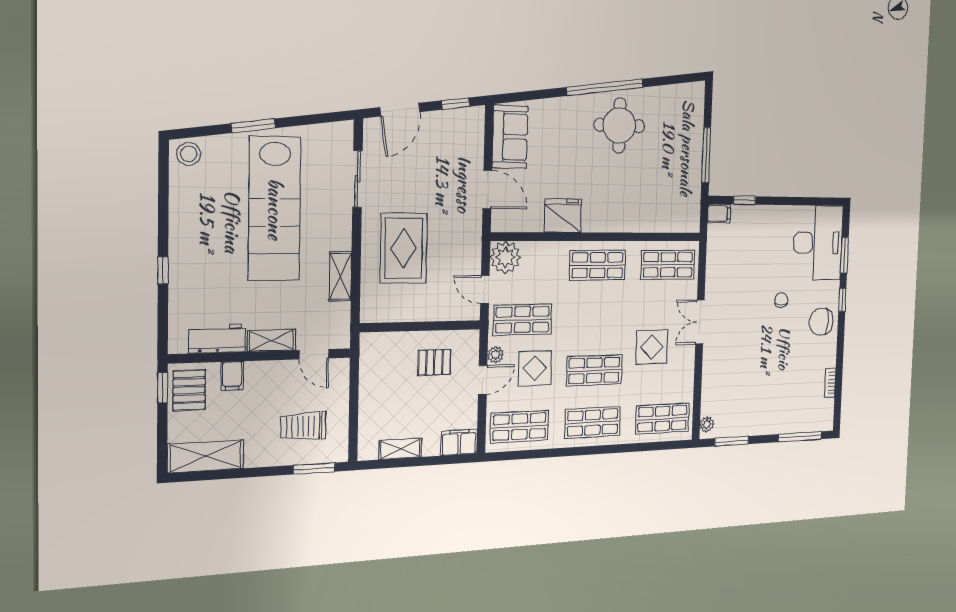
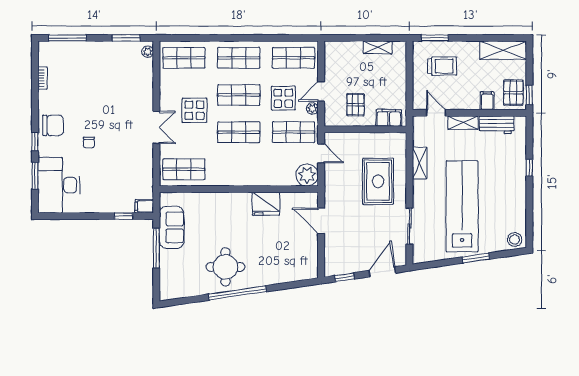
sofa: (510, 137) -> (172, 227), moved, turned 180
shop shelf: (598, 265) -> (239, 132), moved
pallet: (434, 362) -> (355, 105), turned 90
filing cabinet: (459, 442) -> (389, 118), moved, turned 180

